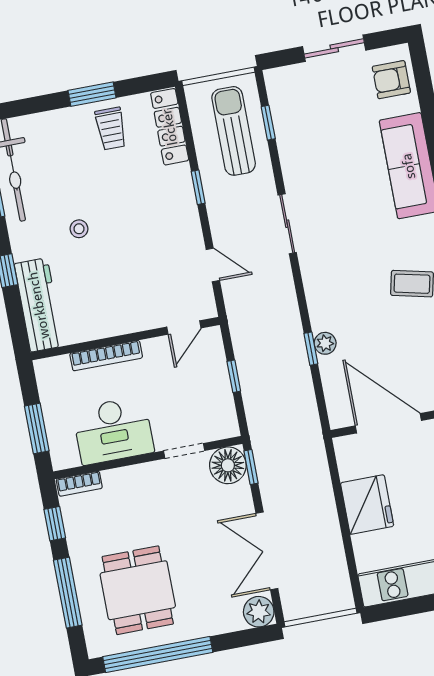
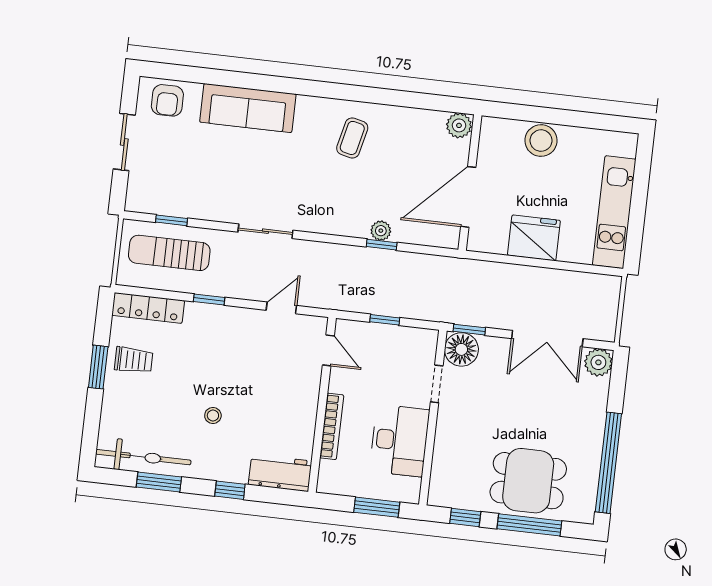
workbench: (39, 305) -> (280, 473), width x0.73
bookcase: (79, 484) -> (437, 485), removed
dining table: (138, 590) -> (528, 481), moved

